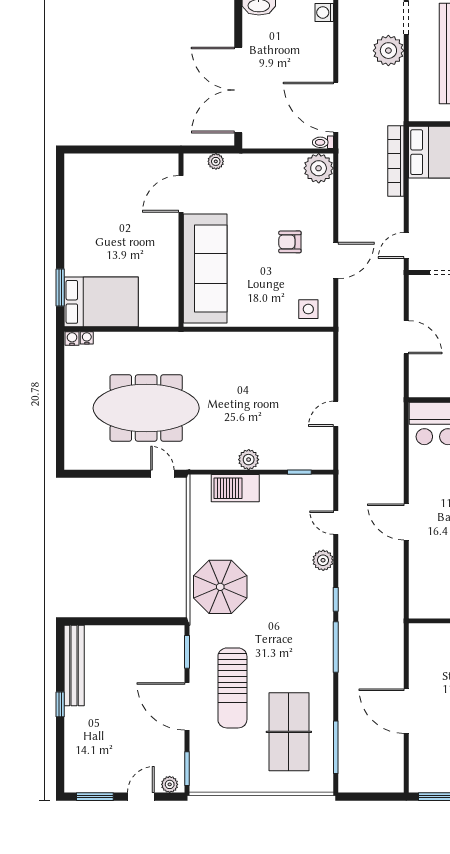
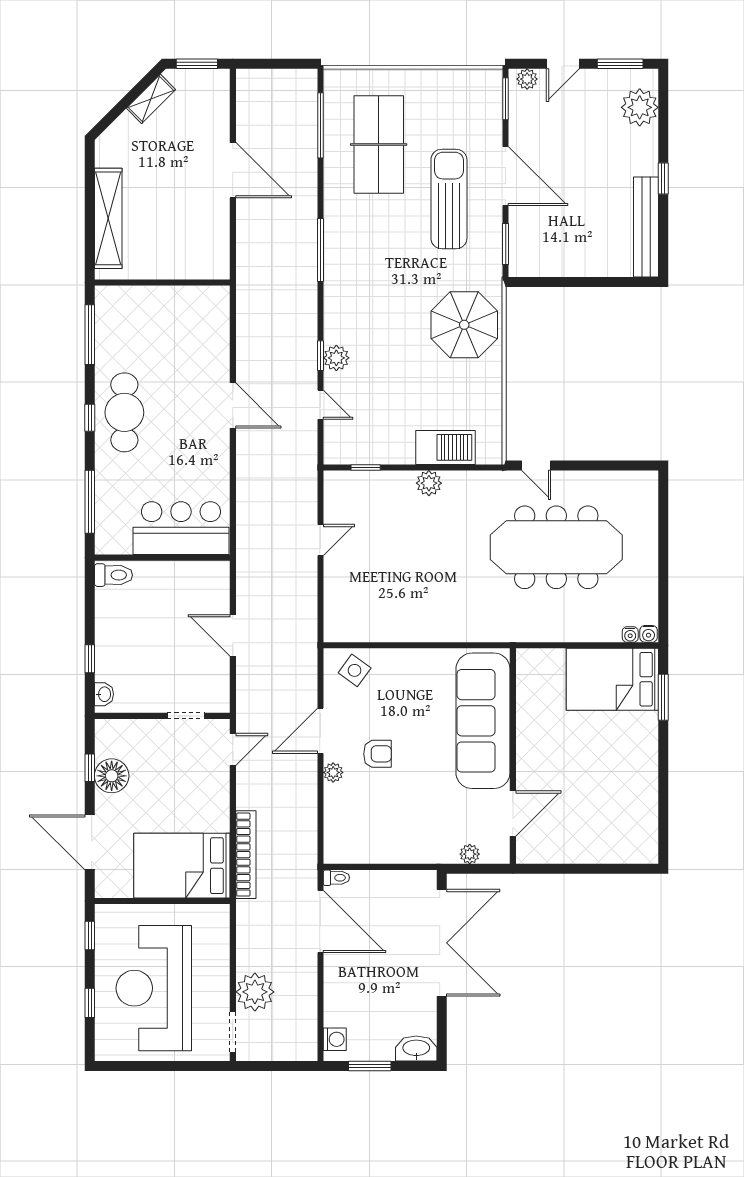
plant: (319, 168) -> (333, 772), moved, width x0.53, depth x0.53
side table: (308, 309) -> (355, 670), turned 36
window: (336, 599) -> (321, 356), moved
plant: (79, 762) -> (640, 107), added

